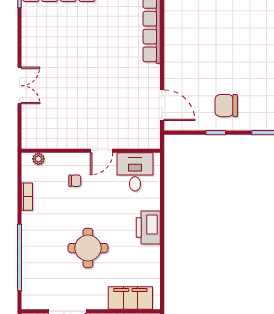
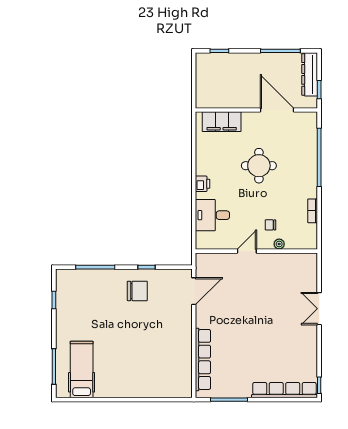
door: (162, 105) -> (194, 291), swing flipped
plant: (38, 159) -> (279, 244), moved
desk: (135, 172) -> (212, 215), moved, turned 90
printer: (148, 227) -> (203, 184), width x0.53, depth x0.68

